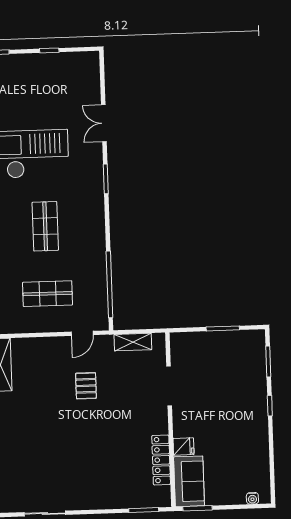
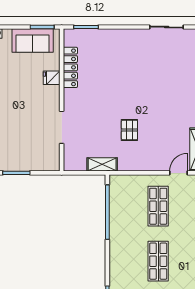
shop shelf: (48, 294) -> (158, 206), turned 90
door: (82, 333) -> (179, 173), moved
shelving: (133, 342) -> (102, 164), moved
sofa: (189, 481) -> (33, 41), moved, turned -90

